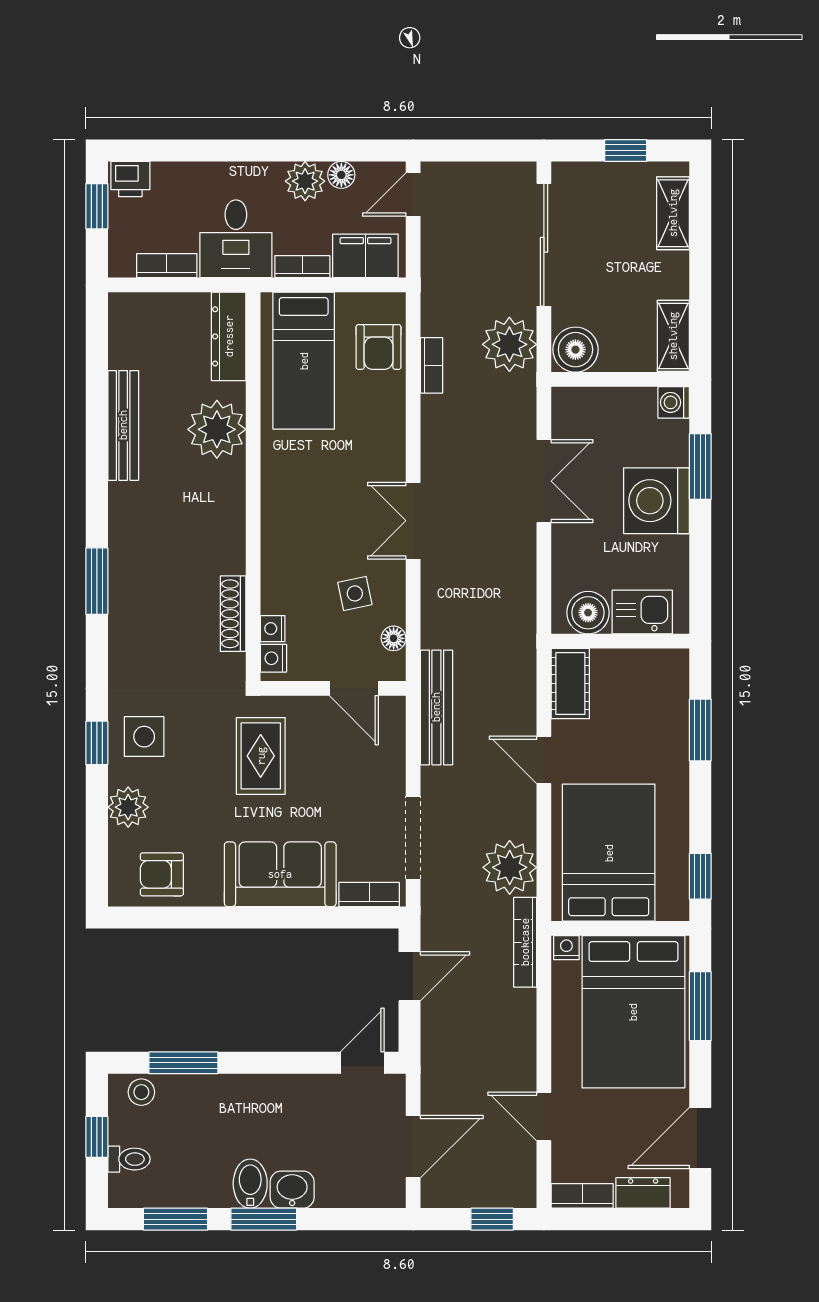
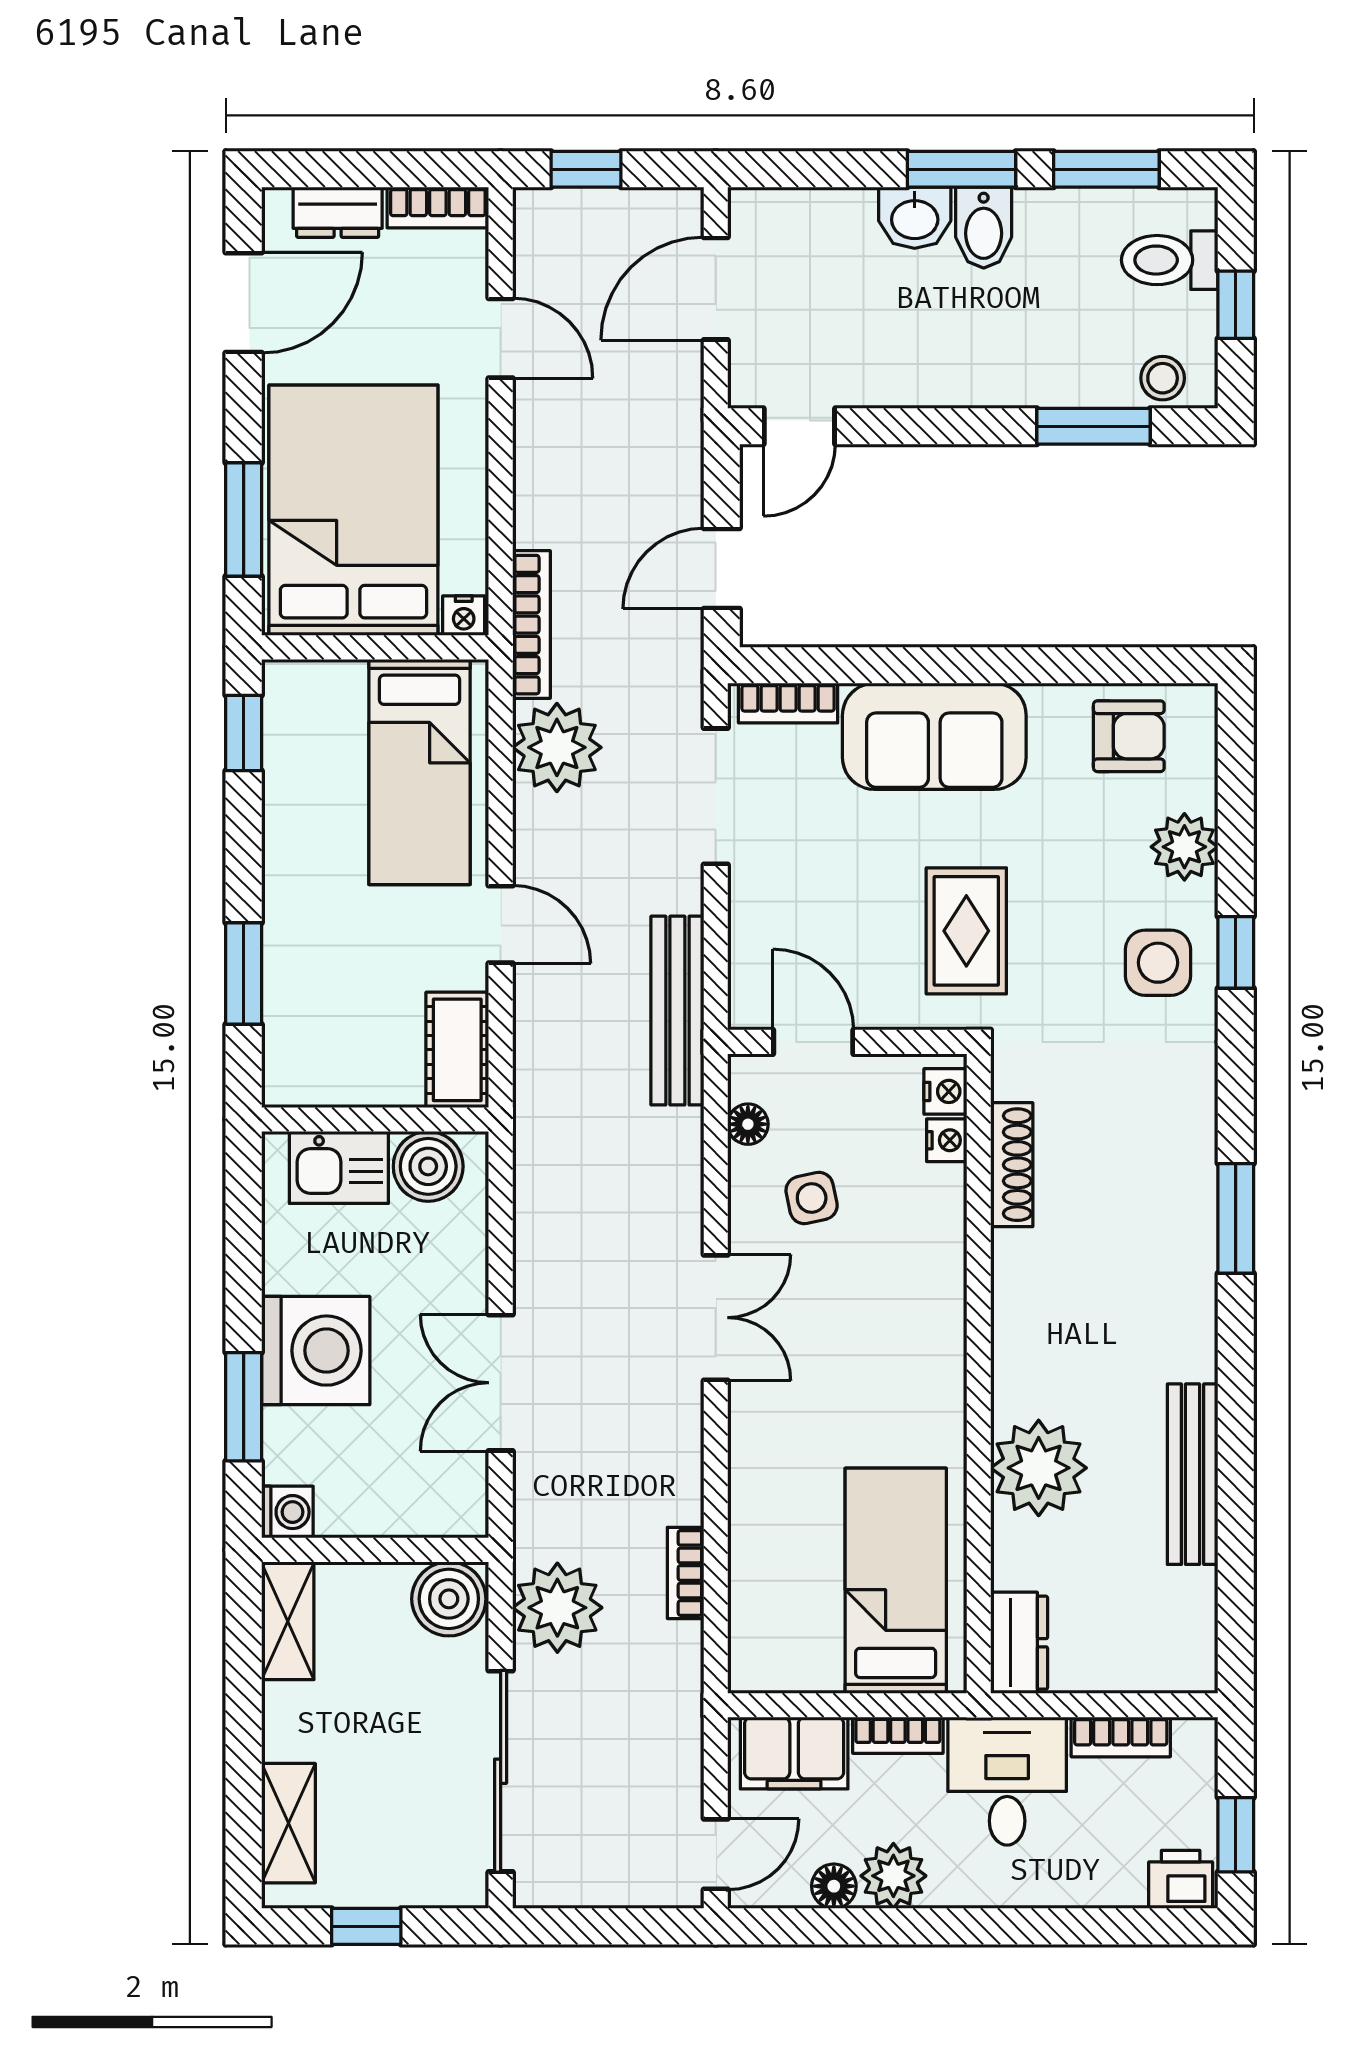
dresser: (229, 336) -> (1019, 1643), width x0.70
armchair: (378, 347) -> (773, 1603), removed
bed: (609, 853) -> (419, 772), width x0.67
toilet: (129, 1159) -> (1170, 260), width x1.37, depth x1.39

